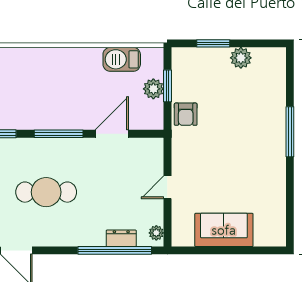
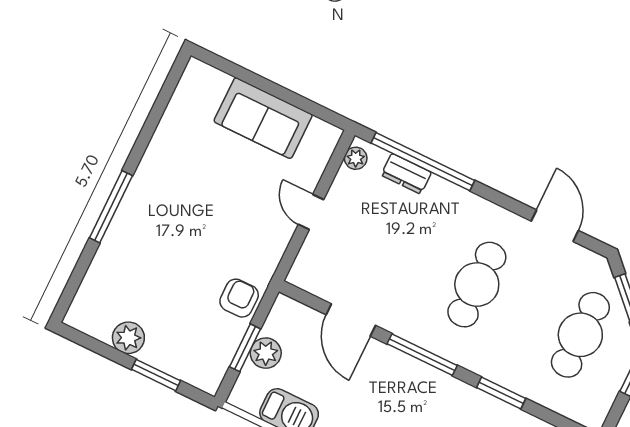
door: (112, 134) -> (351, 320), hinge flipped
door: (167, 187) -> (311, 212), swing flipped
cafe table: (46, 192) -> (477, 285), turned 90

